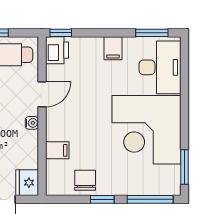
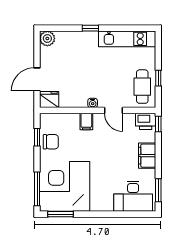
filing cabinet: (113, 48) -> (147, 156), width x2.00
corner desk: (146, 130) -> (65, 186), moved
filing cabinet: (57, 150) -> (86, 121), moved
window: (102, 199) -> (37, 137), moved

